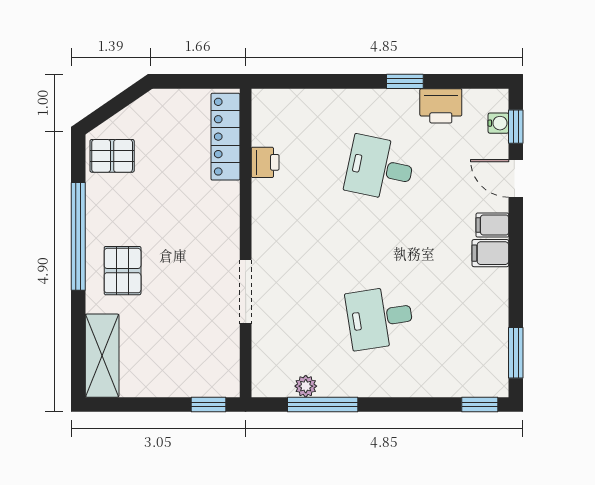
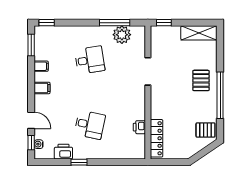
filing cabinet: (492, 225) -> (41, 66), moved
shelving: (102, 356) -> (199, 33), moved, turned 90
plant: (306, 386) -> (122, 35), width x1.87, depth x1.87

